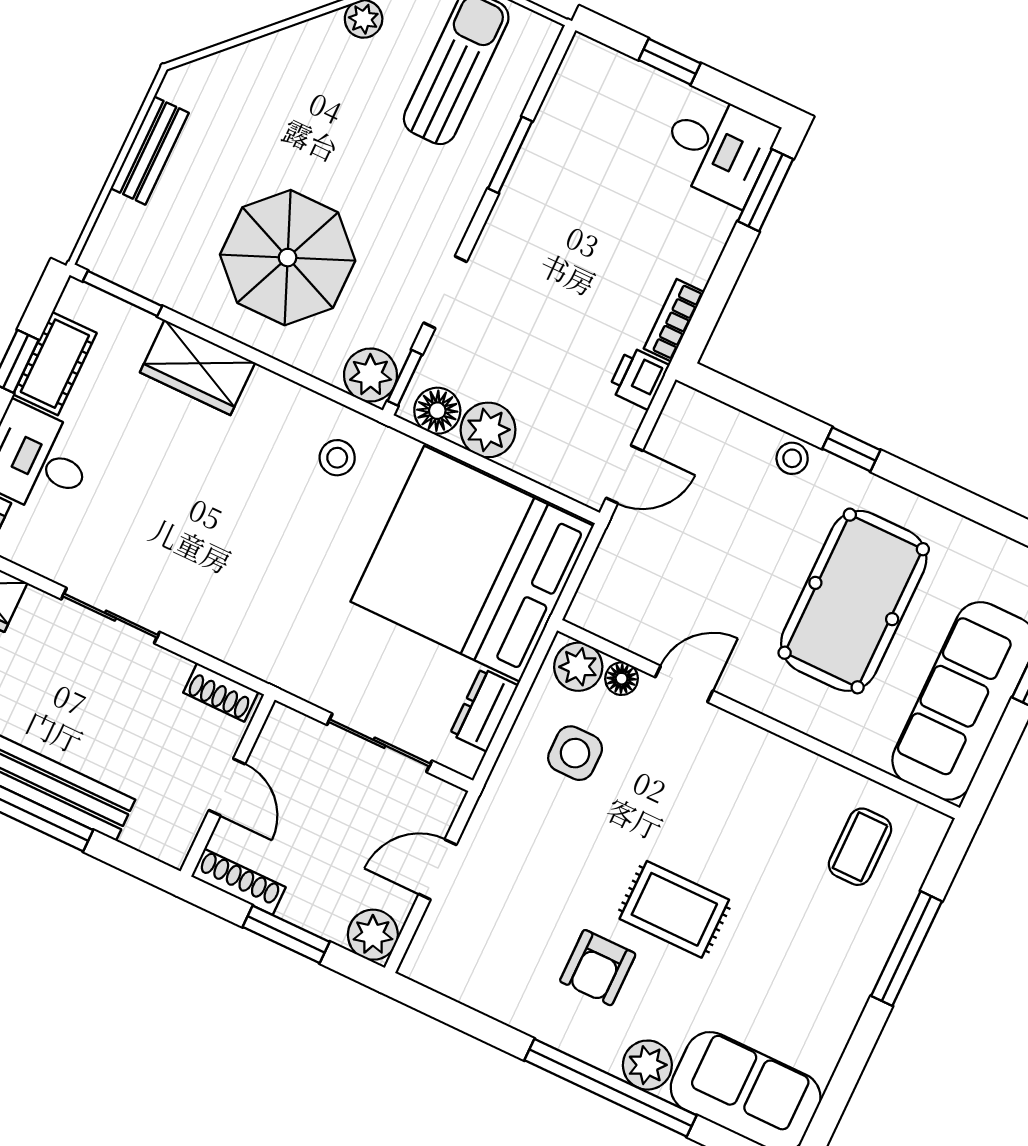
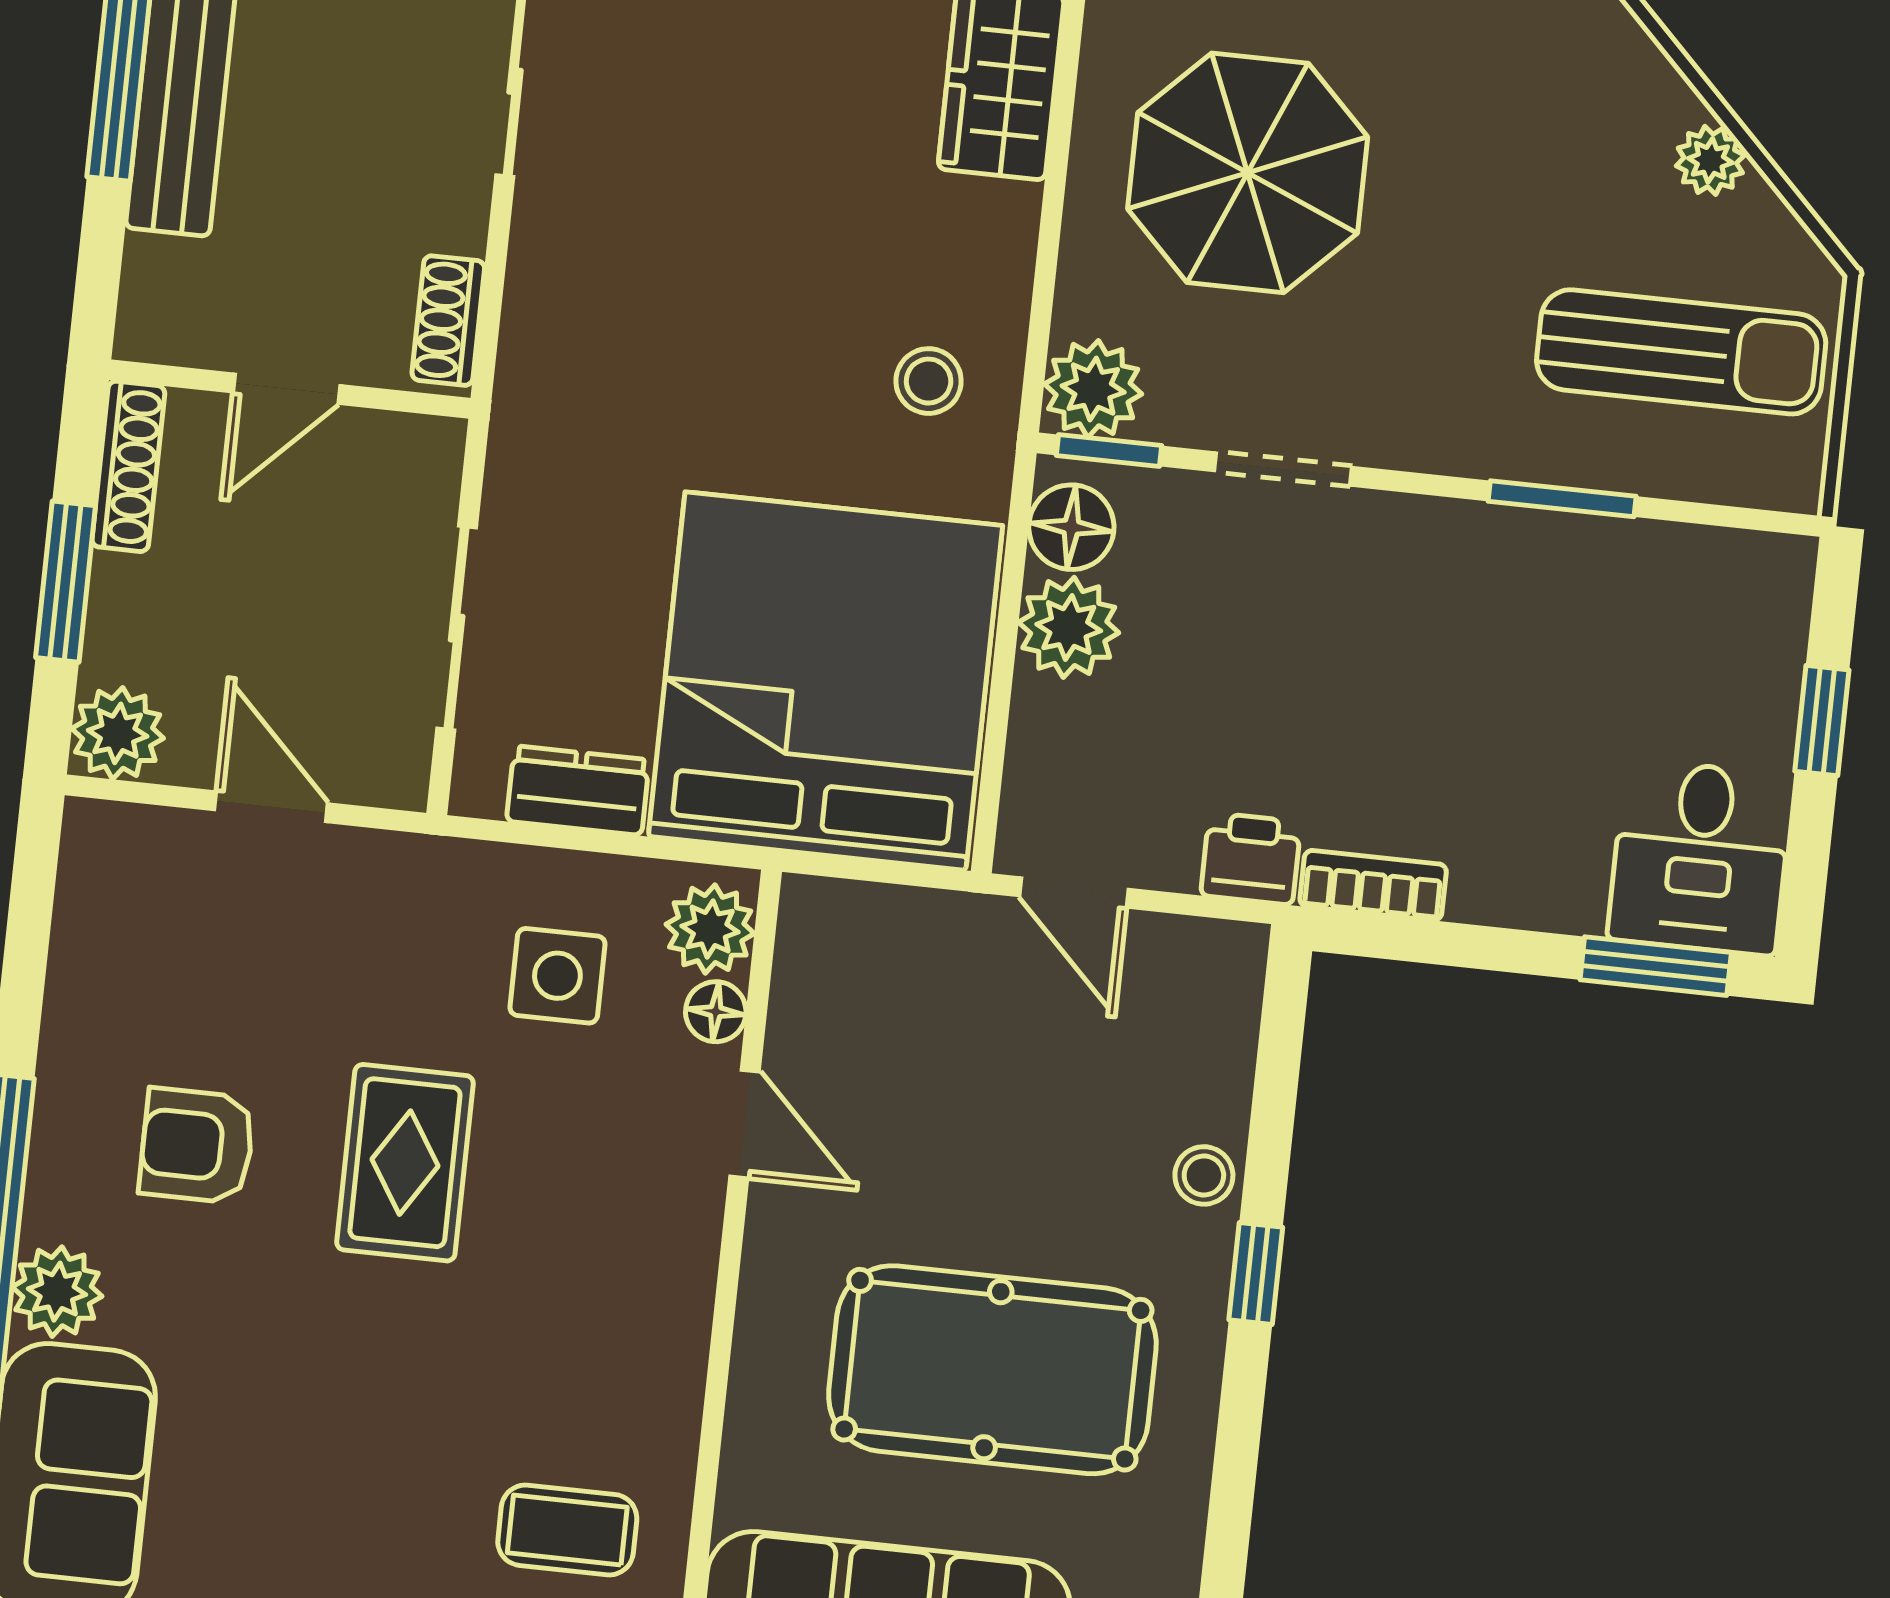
rug: (674, 909) -> (405, 1163), moved

